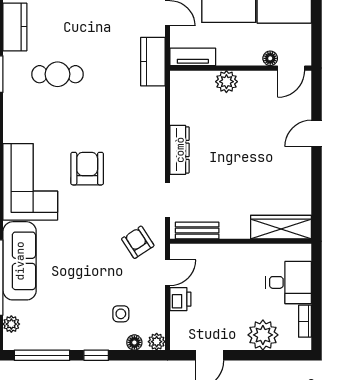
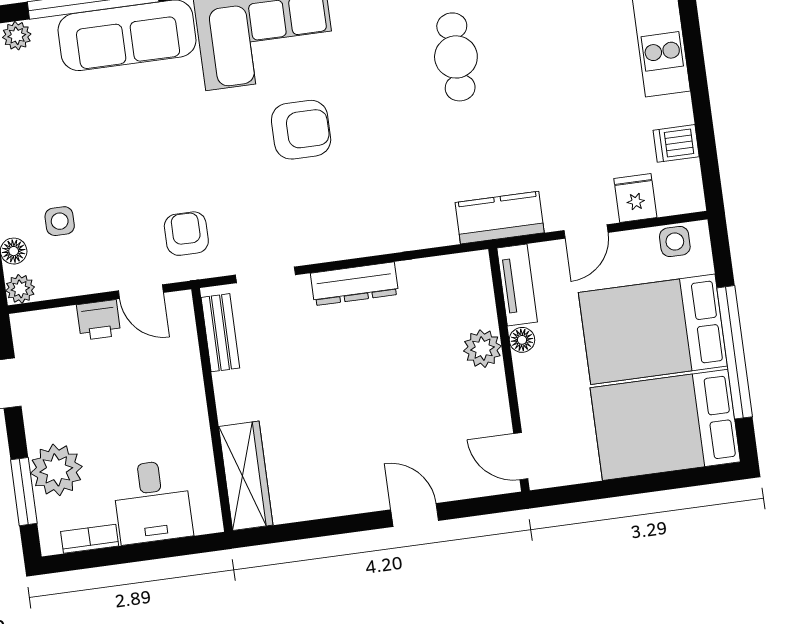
floor lamp: (270, 58) -> (522, 340), moved
armchair: (138, 242) -> (186, 234), turned -57
window: (273, 355) -> (24, 492), added

